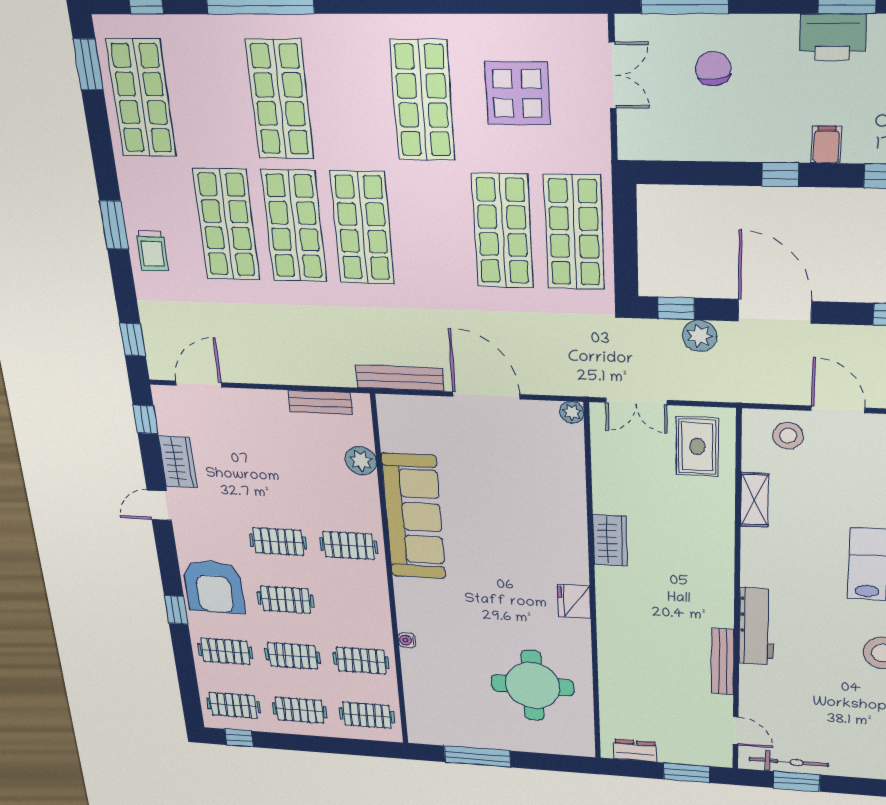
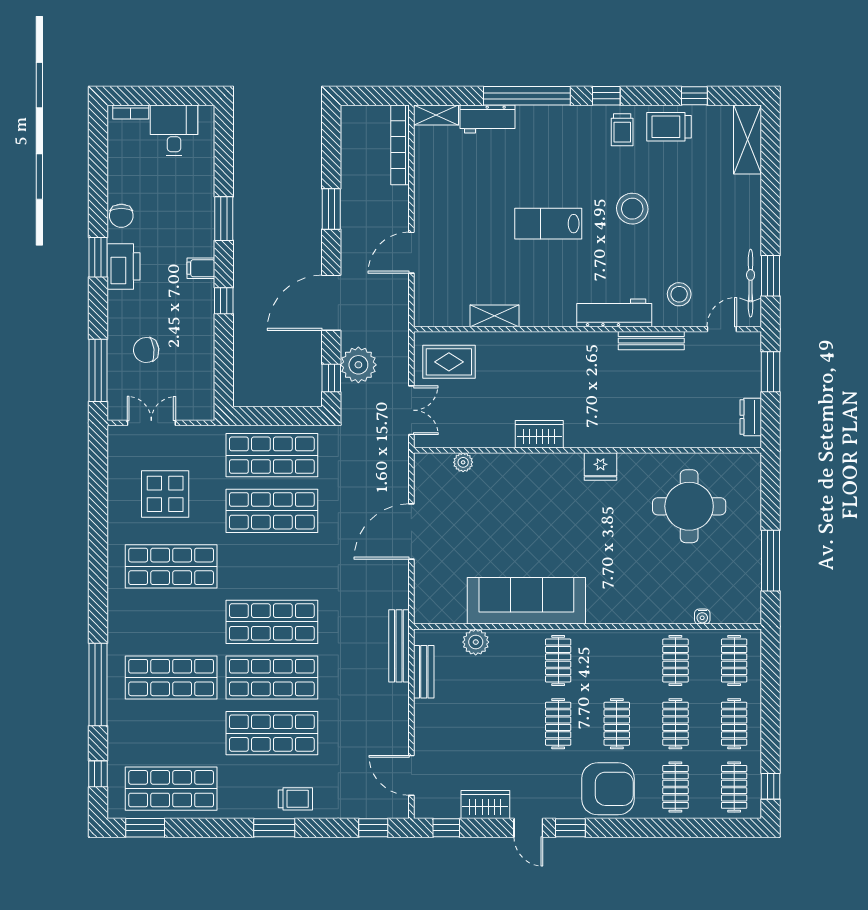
plant: (700, 336) -> (358, 365), width x1.36, depth x1.36
bench: (400, 378) -> (399, 646), moved
plant: (572, 412) -> (463, 462), moved
stool: (788, 436) -> (679, 294), moved
window: (176, 610) -> (570, 828), moved
water cooler: (407, 640) -> (702, 617), moved

